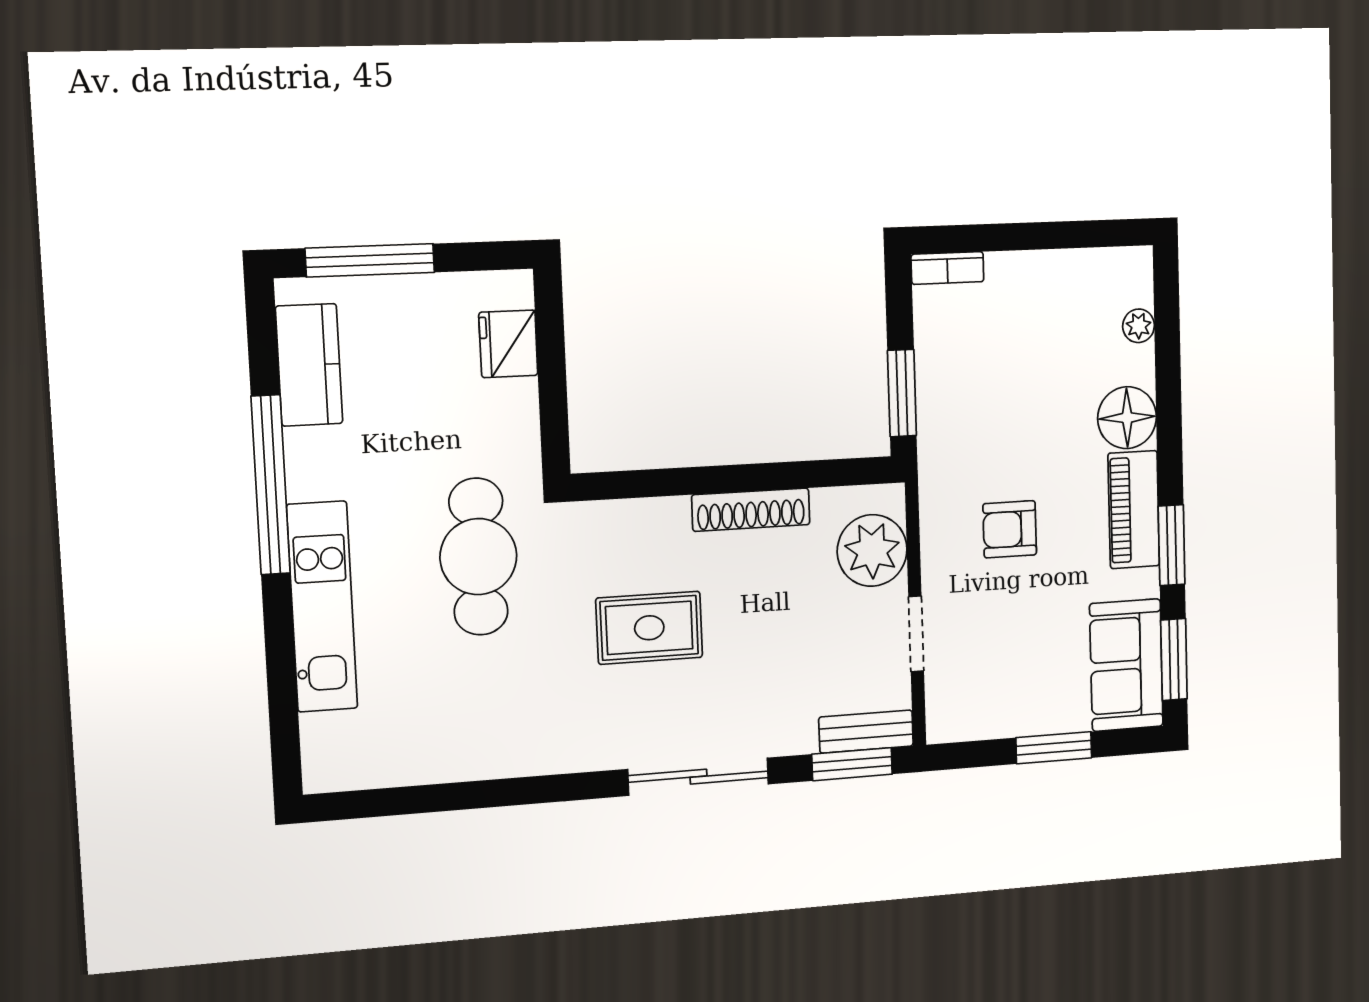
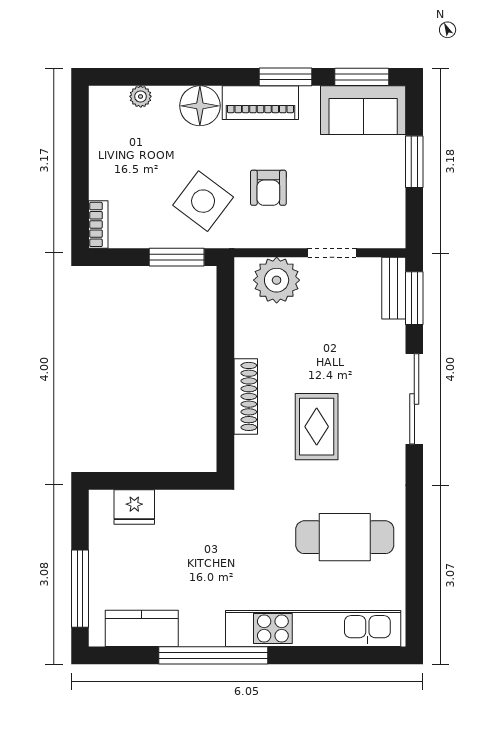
side table: (987, 430) -> (203, 201), added
shoe rack: (751, 510) -> (246, 396), moved
cafe table: (478, 557) -> (345, 537), moved
kitchen unit: (322, 607) -> (313, 629), width x1.36

